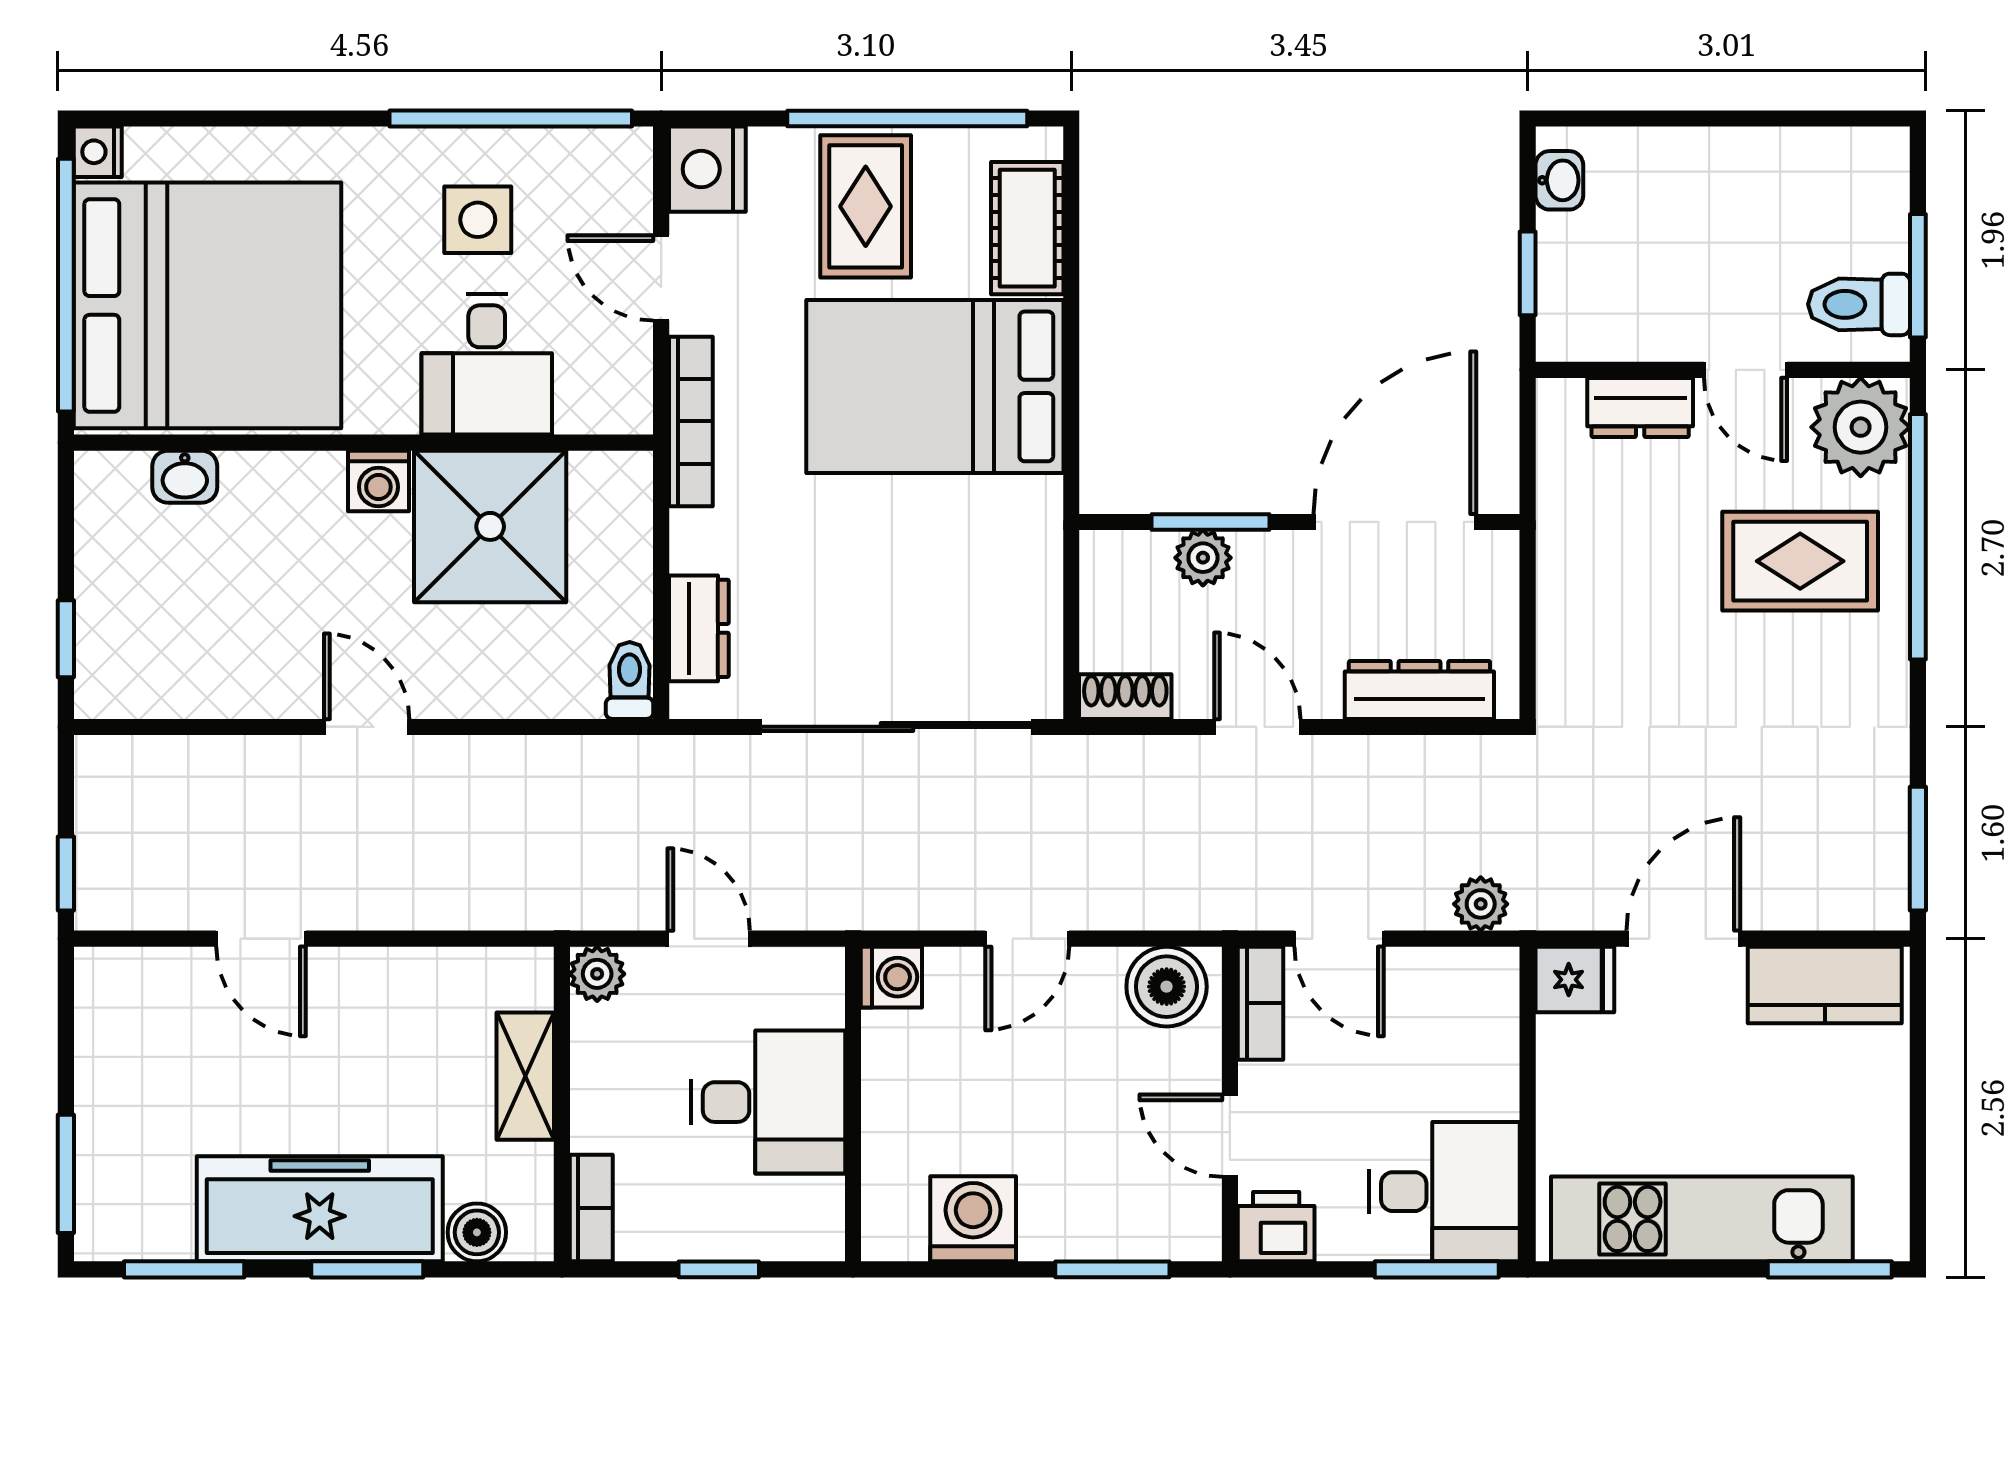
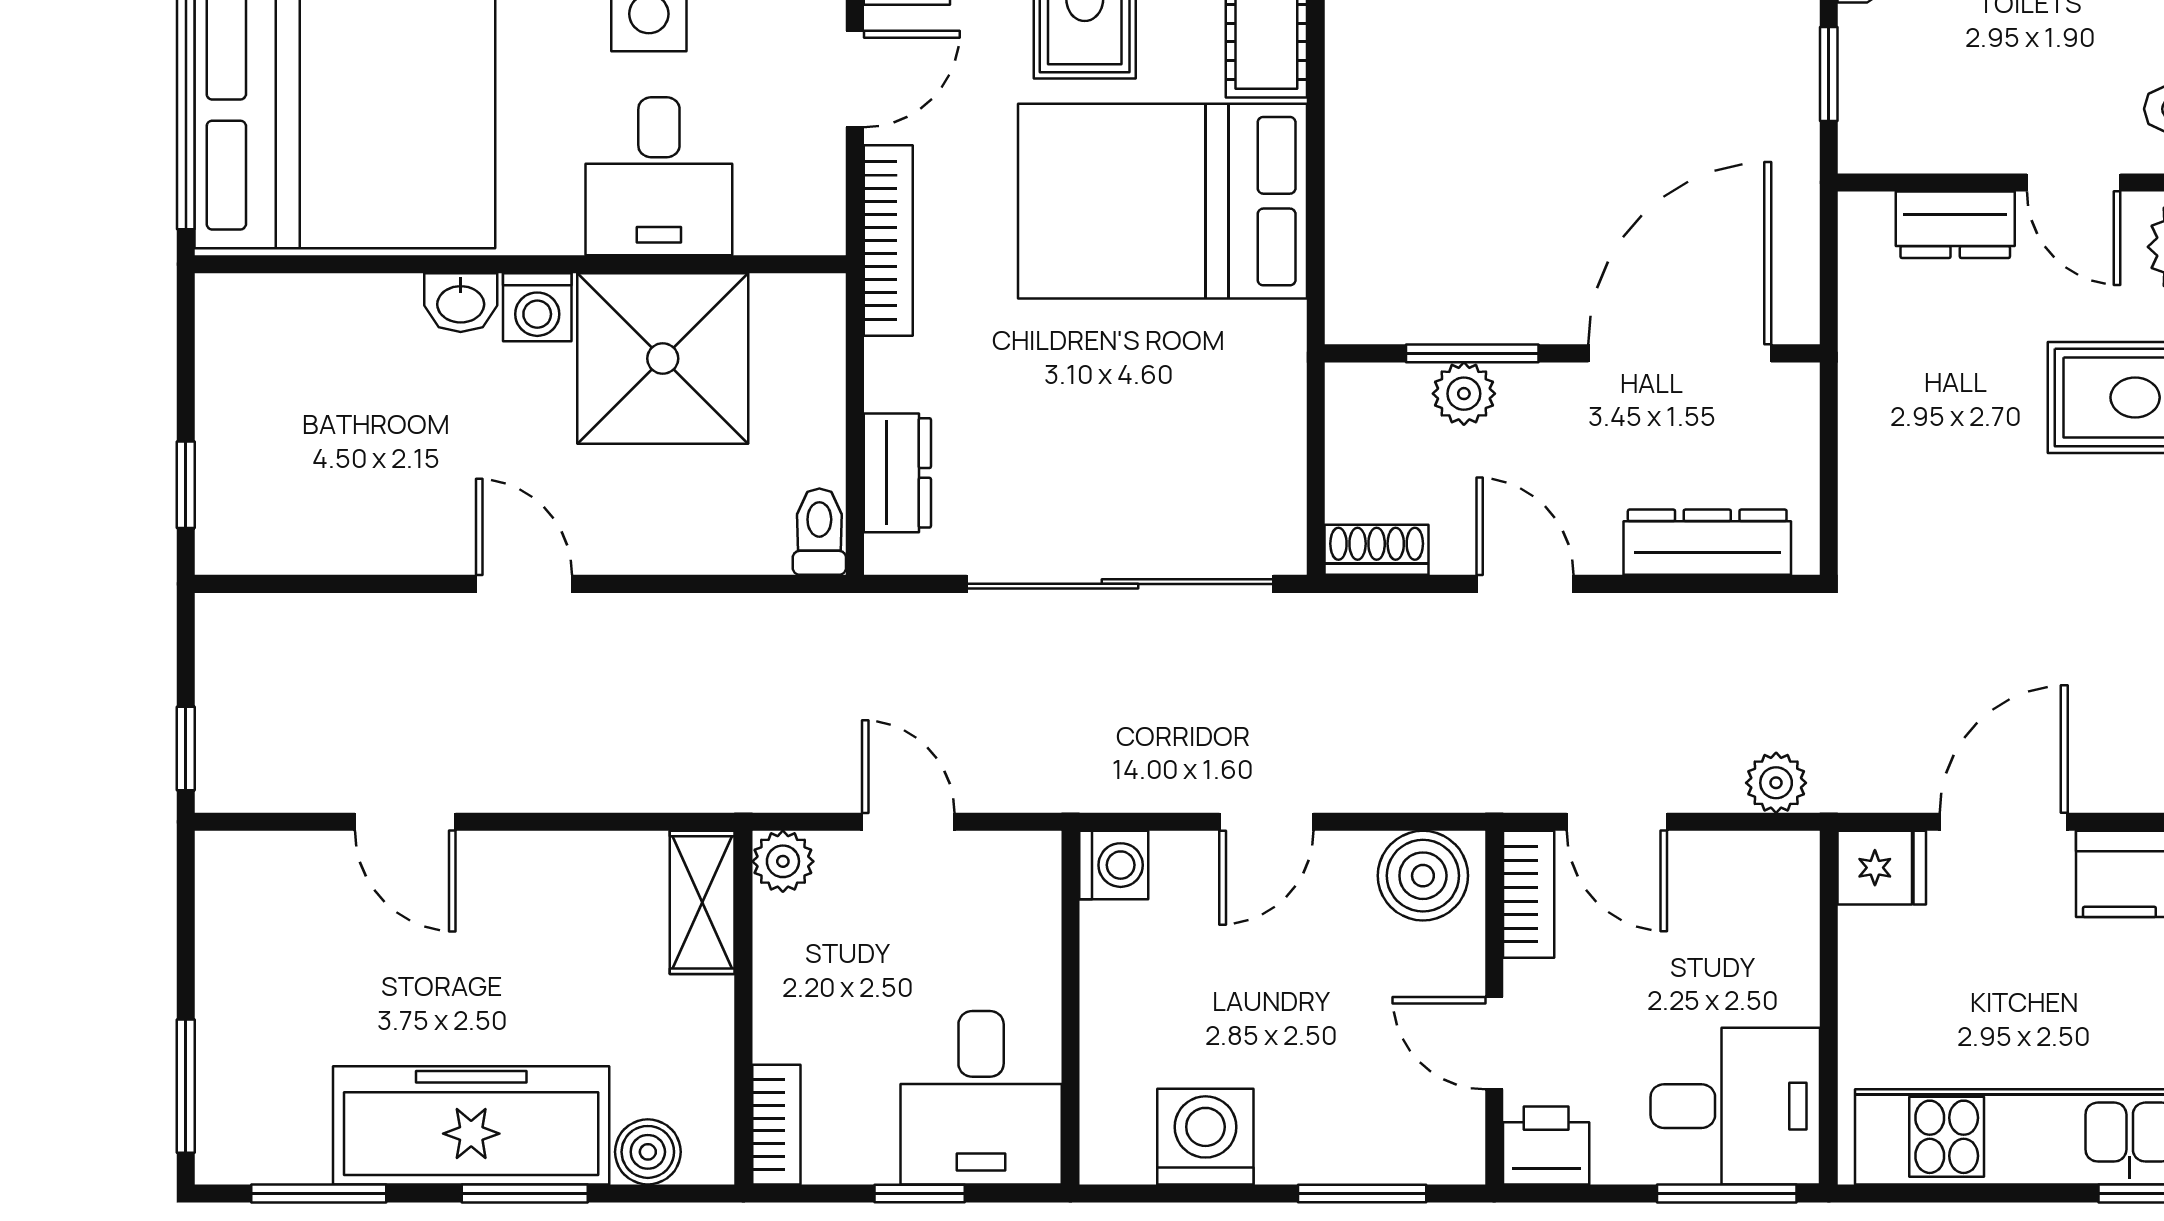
door: (661, 278) -> (855, 79), swing flipped
washbasin: (185, 477) -> (461, 303), moved
shelving: (525, 1076) -> (702, 902), moved
desk: (768, 1102) -> (981, 1098), moved, turned 90

